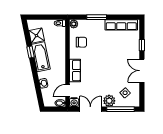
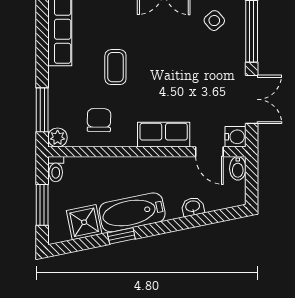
window: (44, 17) -> (42, 205), added
window: (97, 17) -> (42, 110), moved
coffee table: (105, 49) -> (115, 67), added
plant: (109, 101) -> (232, 57), removed
double door: (90, 109) -> (252, 99), swing flipped

